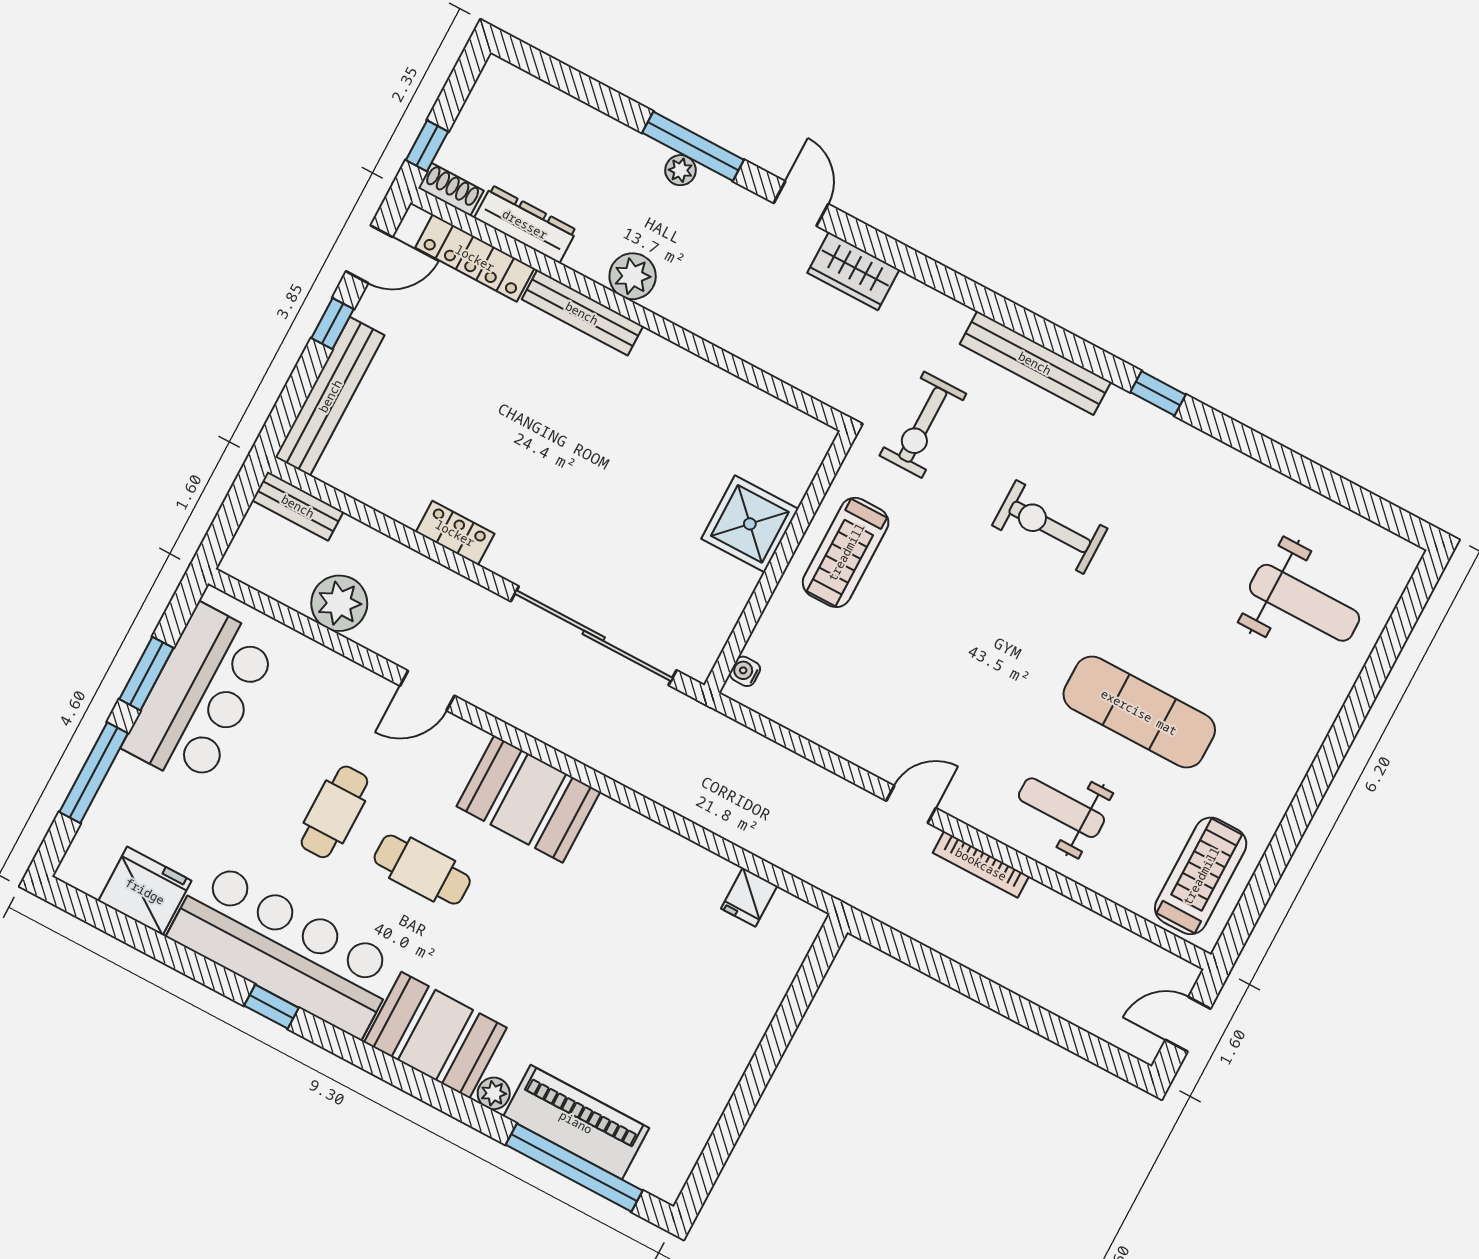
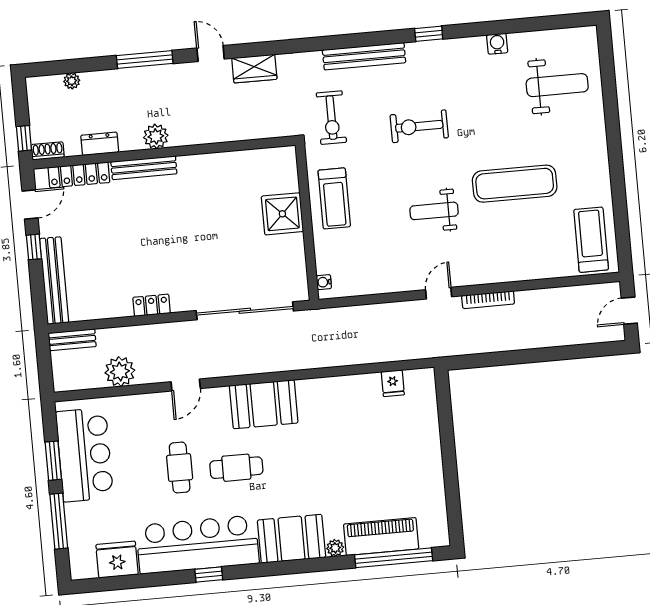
plant: (680, 170) -> (72, 81), moved
dresser: (525, 224) -> (100, 144), width x0.70
water cooler: (1254, 478) -> (497, 44), added
weight bench: (1061, 808) -> (434, 211), moved

